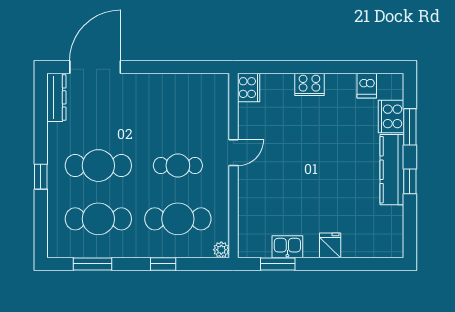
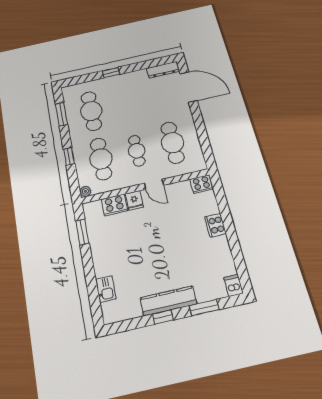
dishwasher: (367, 86) -> (234, 285), moved, turned 90
cooker: (391, 116) -> (114, 205), moved, turned 180
cafe table: (98, 166) -> (172, 143), moved
fridge: (330, 245) -> (134, 200), moved, turned 90
kitchen sink: (287, 247) -> (106, 289), moved

